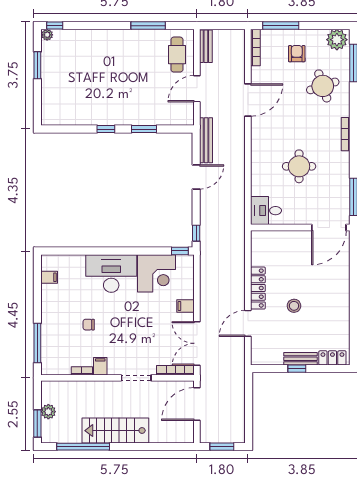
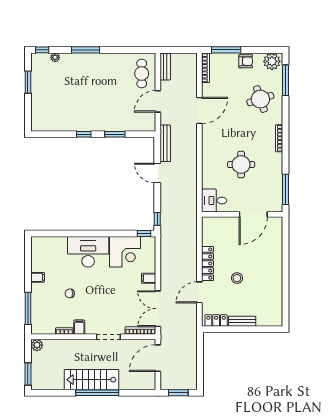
window: (148, 26) -> (85, 50), moved
plant: (47, 35) -> (55, 57), moved
armchair: (297, 54) -> (246, 61), moved, turned 90
door: (196, 177) -> (157, 173), swing flipped
door: (329, 228) -> (253, 214), moved
filing cabinet: (49, 277) -> (38, 277), moved
locker: (332, 358) -> (216, 321), moved
window: (297, 369) -> (239, 329), removed
plant: (48, 412) -> (37, 345), moved
window: (83, 447) -> (97, 393), moved

